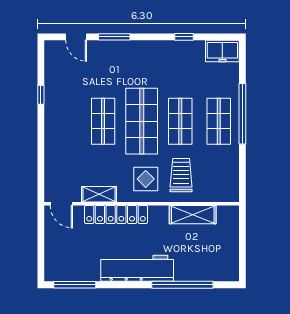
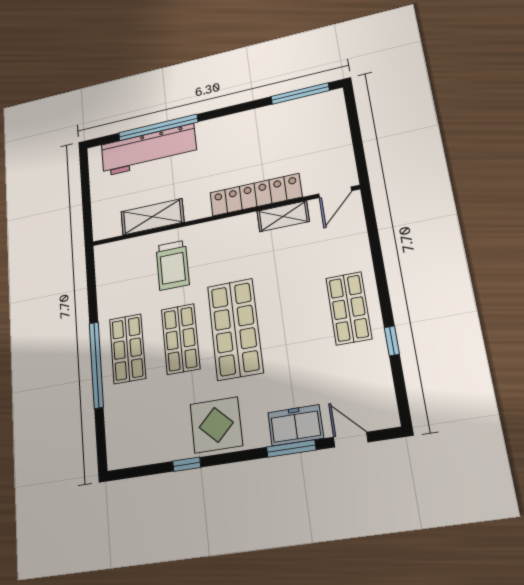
freezer: (222, 51) -> (296, 425), moved
shop shelf: (103, 121) -> (349, 308), moved
display table: (146, 179) -> (216, 425), moved, width x1.36, depth x1.36
door: (61, 204) -> (335, 192), swing flipped
workbench: (137, 268) -> (149, 150), moved

